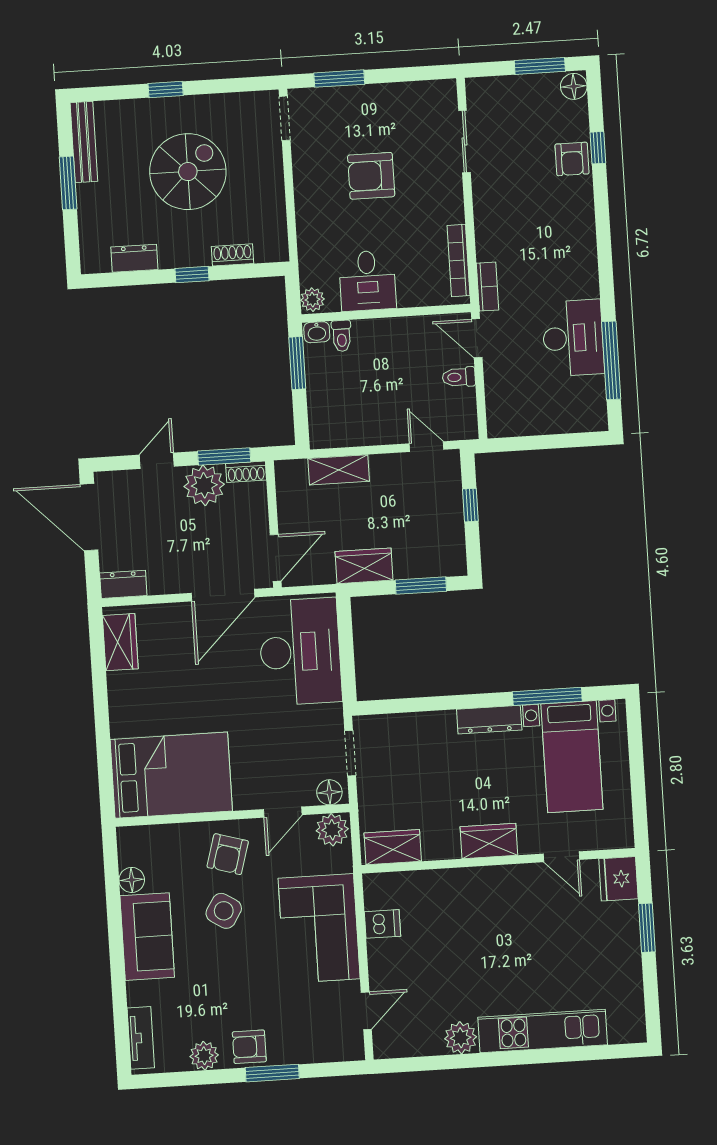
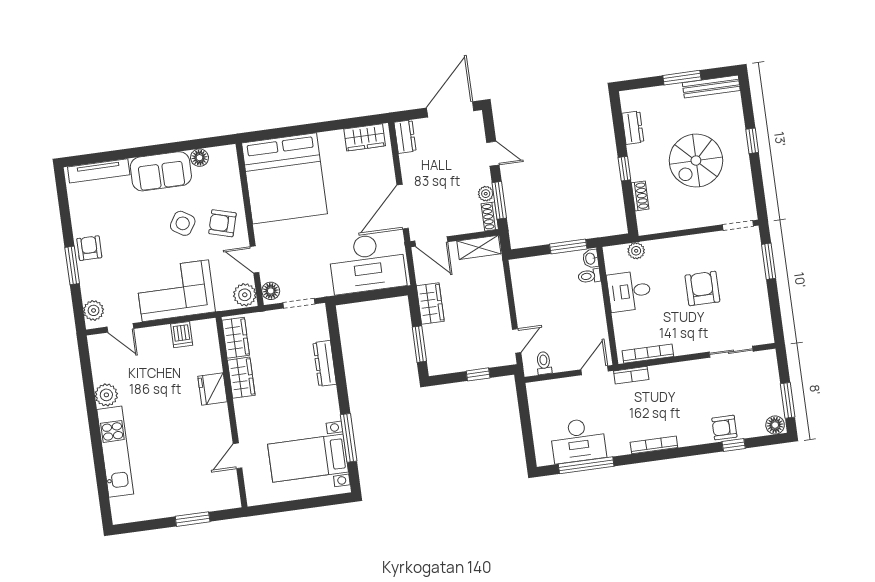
spiral stairs: (188, 172) -> (696, 161), turned 90
bookcase: (589, 261) -> (654, 445), added
plant: (312, 300) -> (636, 251), moved
desk: (573, 338) -> (578, 440), moved
toilet: (459, 377) -> (544, 363), moved
shelving: (339, 470) -> (479, 247), moved, turned 90
plant: (204, 485) -> (486, 194), width x0.53, depth x0.53
door: (223, 595) -> (403, 207), hinge flipped
dresser: (489, 720) -> (325, 363), moved
bed: (171, 775) -> (284, 178), width x1.36
wardrobe: (489, 841) -> (241, 378), moved
fridge: (618, 879) -> (213, 389), moved, turned -90
tv unit: (141, 1038) -> (99, 171), width x1.41
plant: (204, 1056) -> (94, 310), moved

